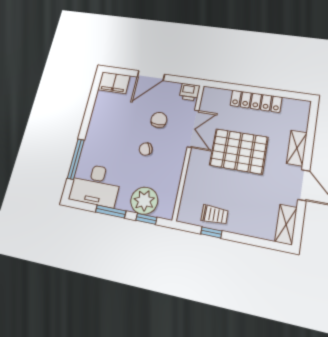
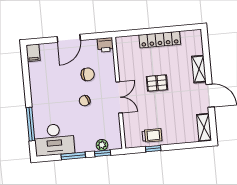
filing cabinet: (114, 83) -> (33, 53), width x0.50
chair: (159, 120) -> (88, 74), turned 90
double door: (193, 129) -> (119, 97), moved
pallet: (239, 151) -> (157, 83), width x0.49, depth x0.50
plant: (144, 201) -> (102, 145), width x0.53, depth x0.53

